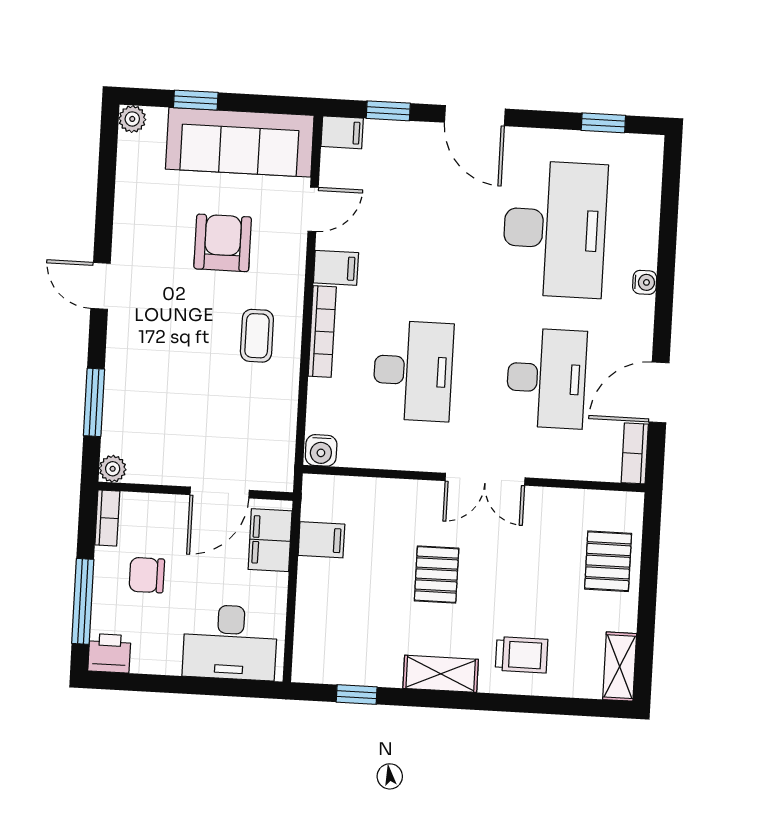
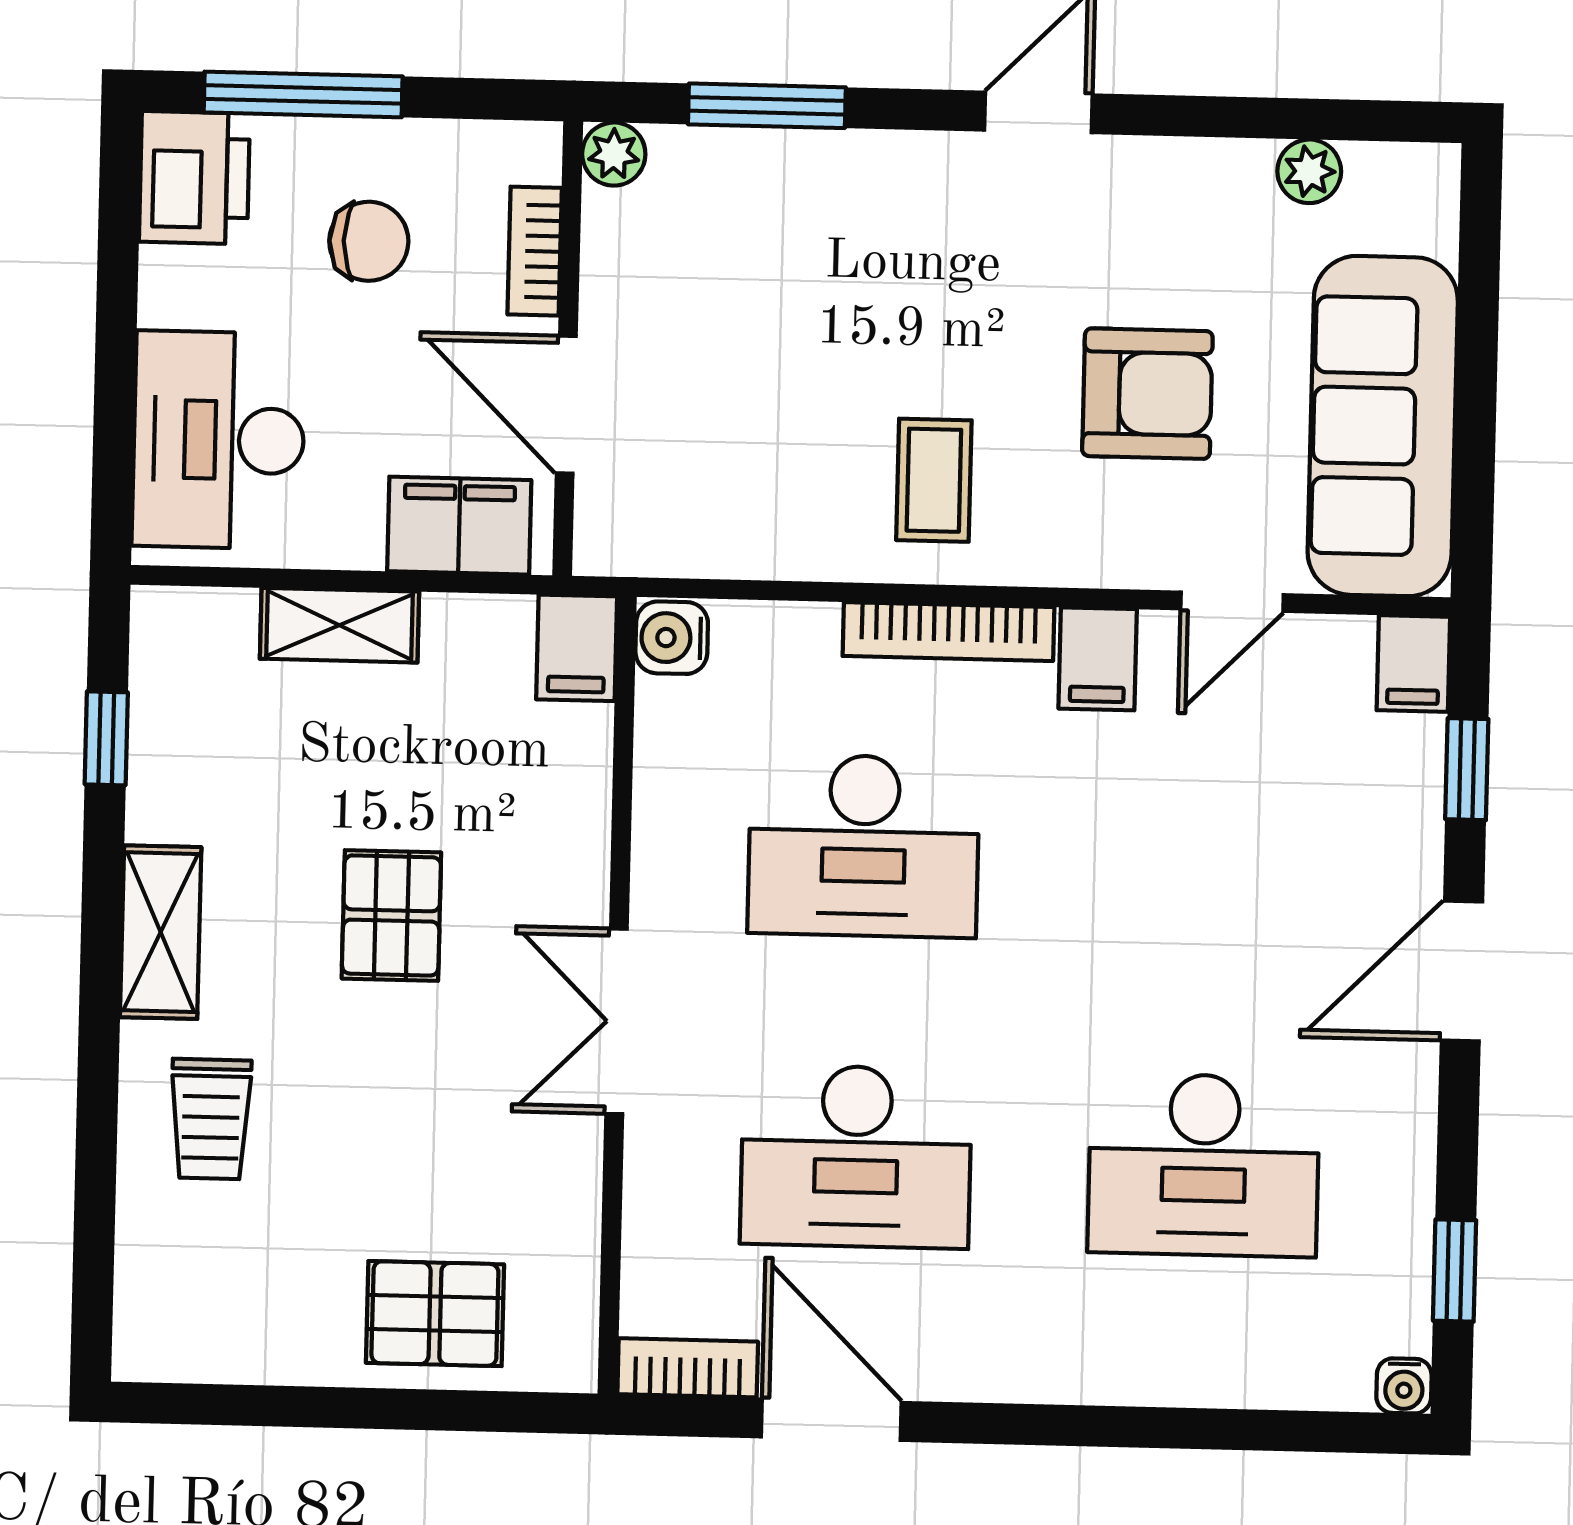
window: (196, 100) -> (1478, 320), removed
plant: (132, 119) -> (1309, 171), moved
door: (313, 209) -> (1232, 602), hinge flipped
desk: (555, 229) -> (1204, 1165), width x0.73, depth x0.77
water cooler: (645, 282) -> (1404, 1386), moved
coffee table: (257, 336) -> (934, 480), turned 90
bookcase: (107, 518) -> (535, 251), moved, turned 90
filing cabinet: (321, 540) -> (577, 648), moved
chair: (147, 575) -> (369, 241), turned 90
pallet: (437, 575) -> (391, 915), turned 90
printer: (109, 653) -> (194, 178), width x1.36, depth x1.24
shelving: (620, 667) -> (340, 625), moved

